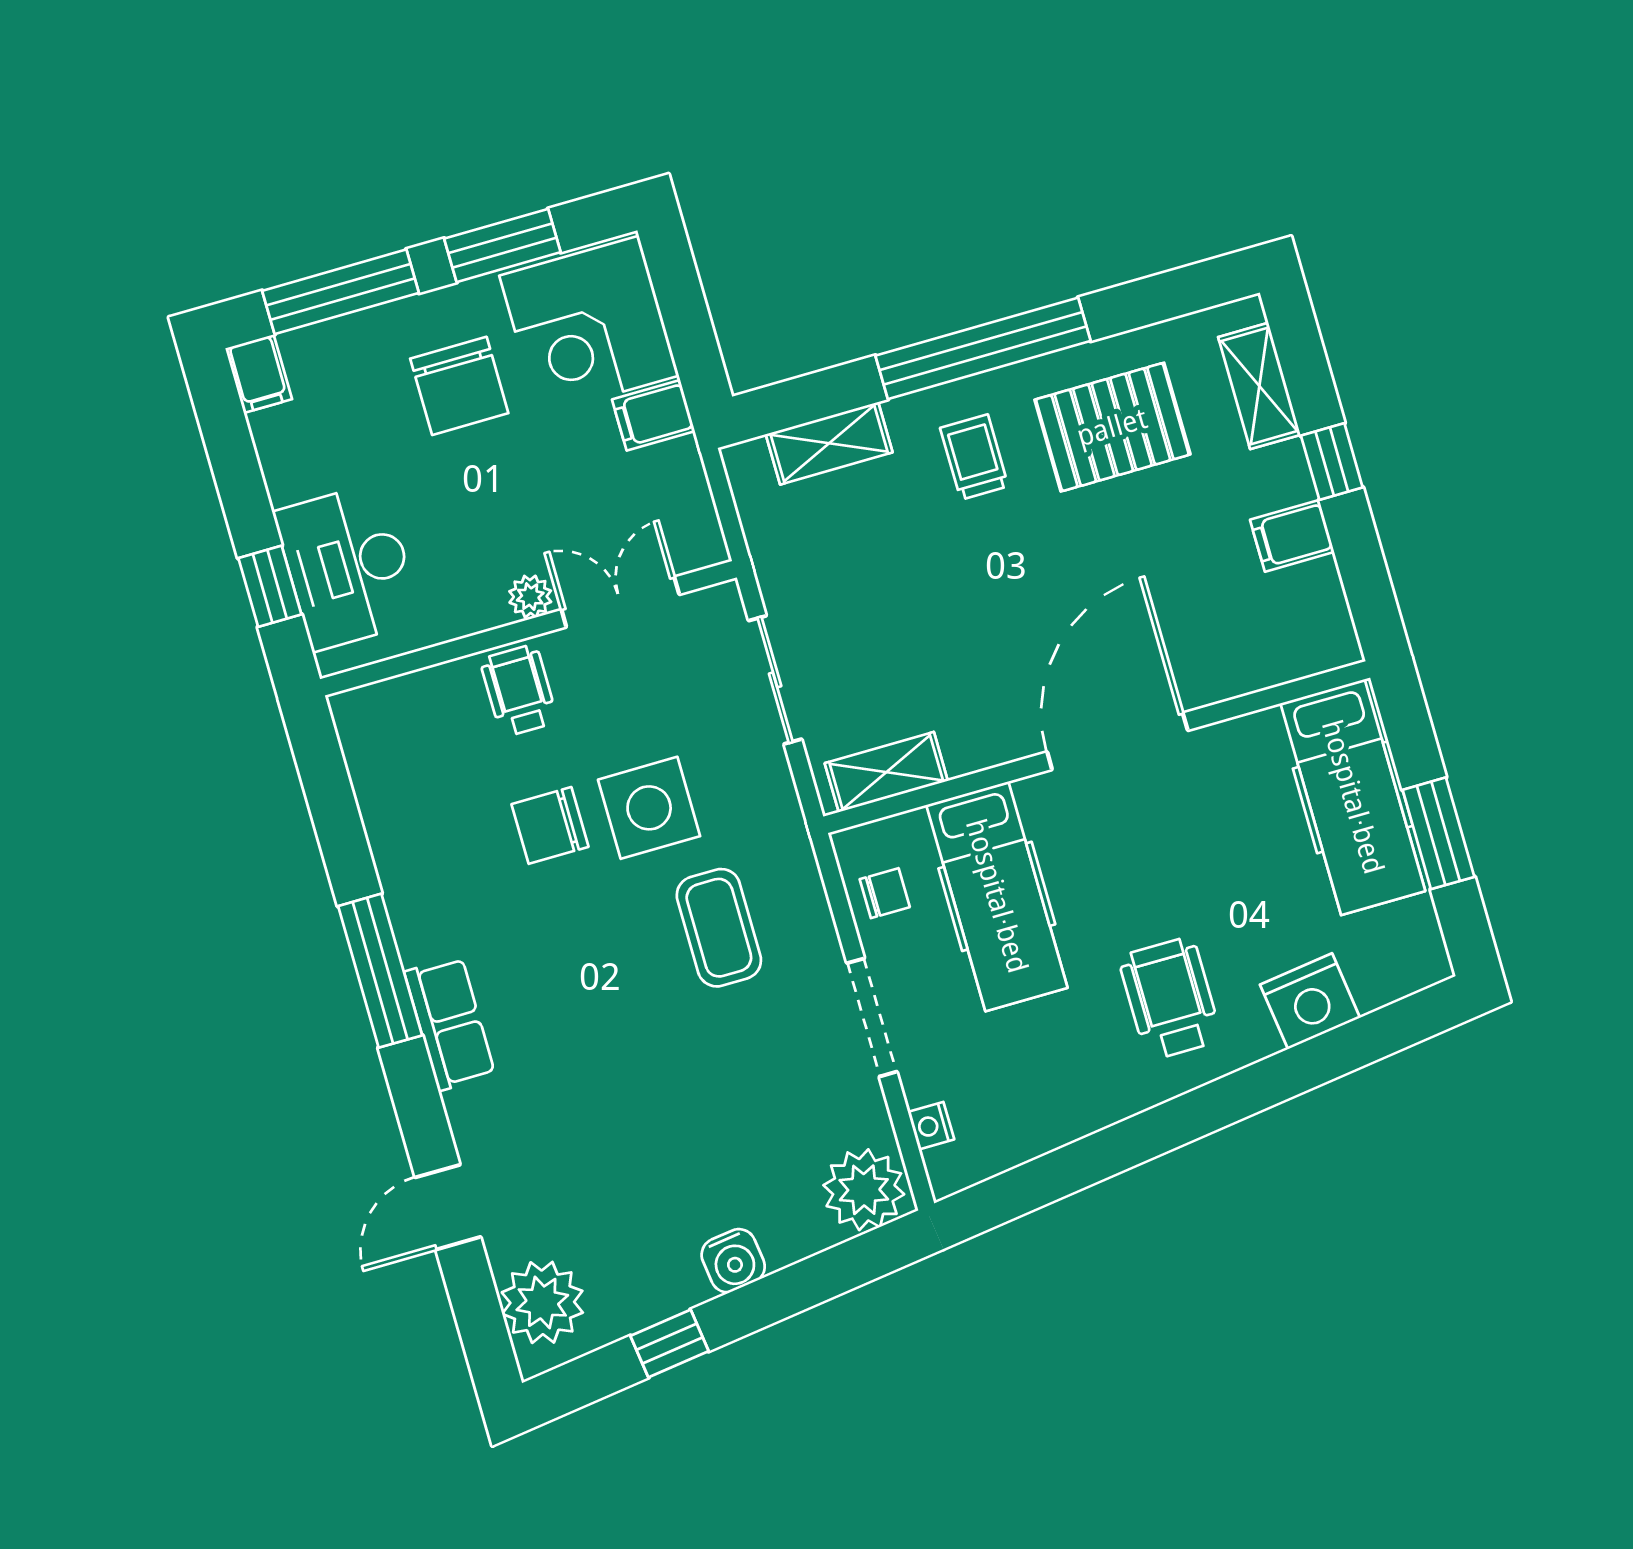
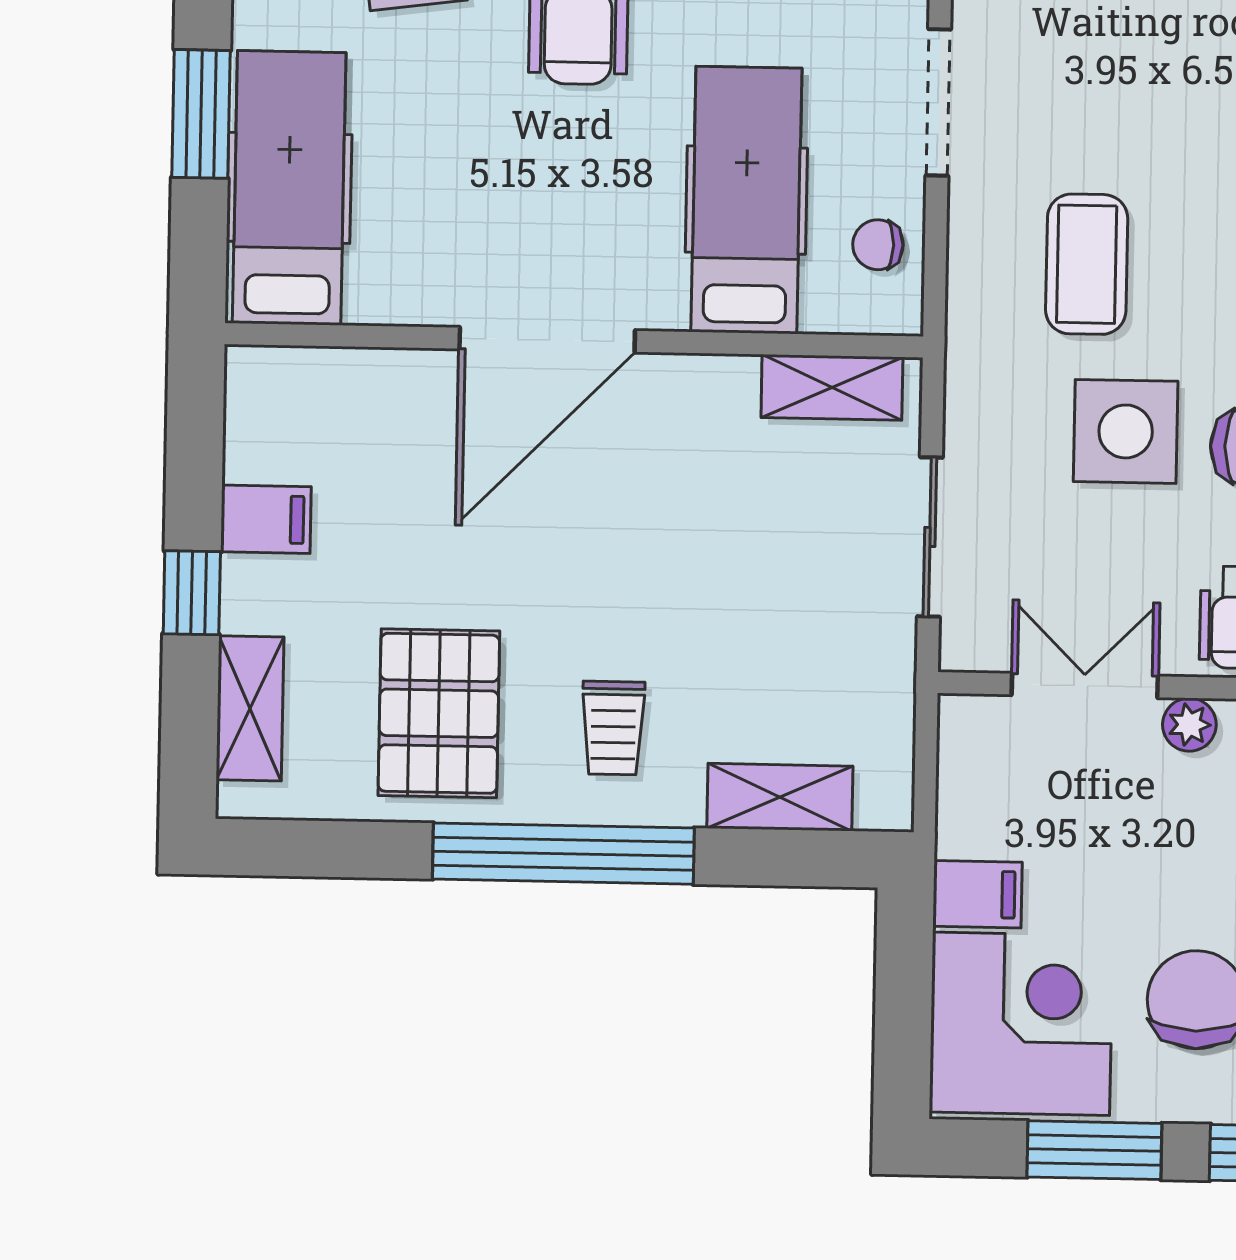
pallet: (1112, 427) -> (439, 713), turned 90
double door: (620, 602) -> (1085, 685), swing flipped

